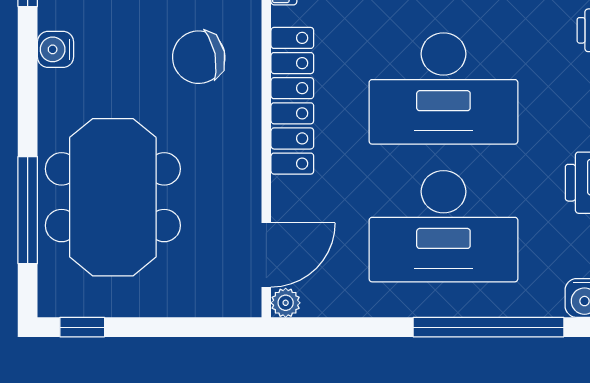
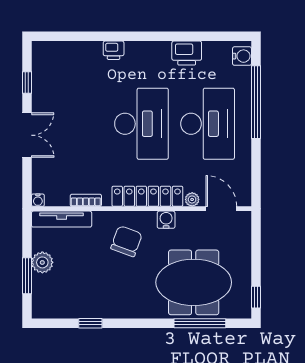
water cooler: (55, 49) -> (166, 220), moved, turned 180
chair: (199, 57) -> (126, 241), turned -148
plant: (286, 303) -> (192, 199), moved

